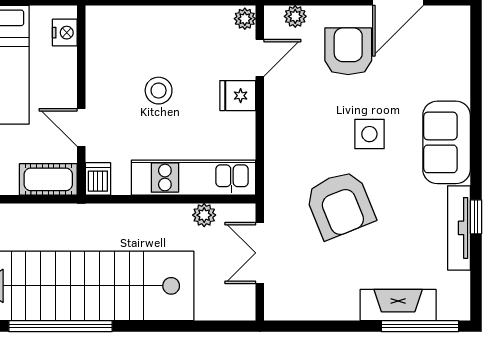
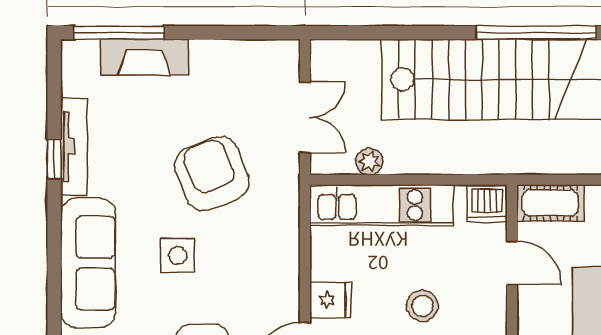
sofa: (447, 142) -> (88, 263), width x1.36
dishwasher: (98, 179) -> (487, 203), width x1.38

